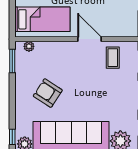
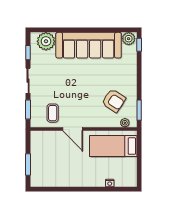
armchair: (48, 93) -> (114, 101), moved

